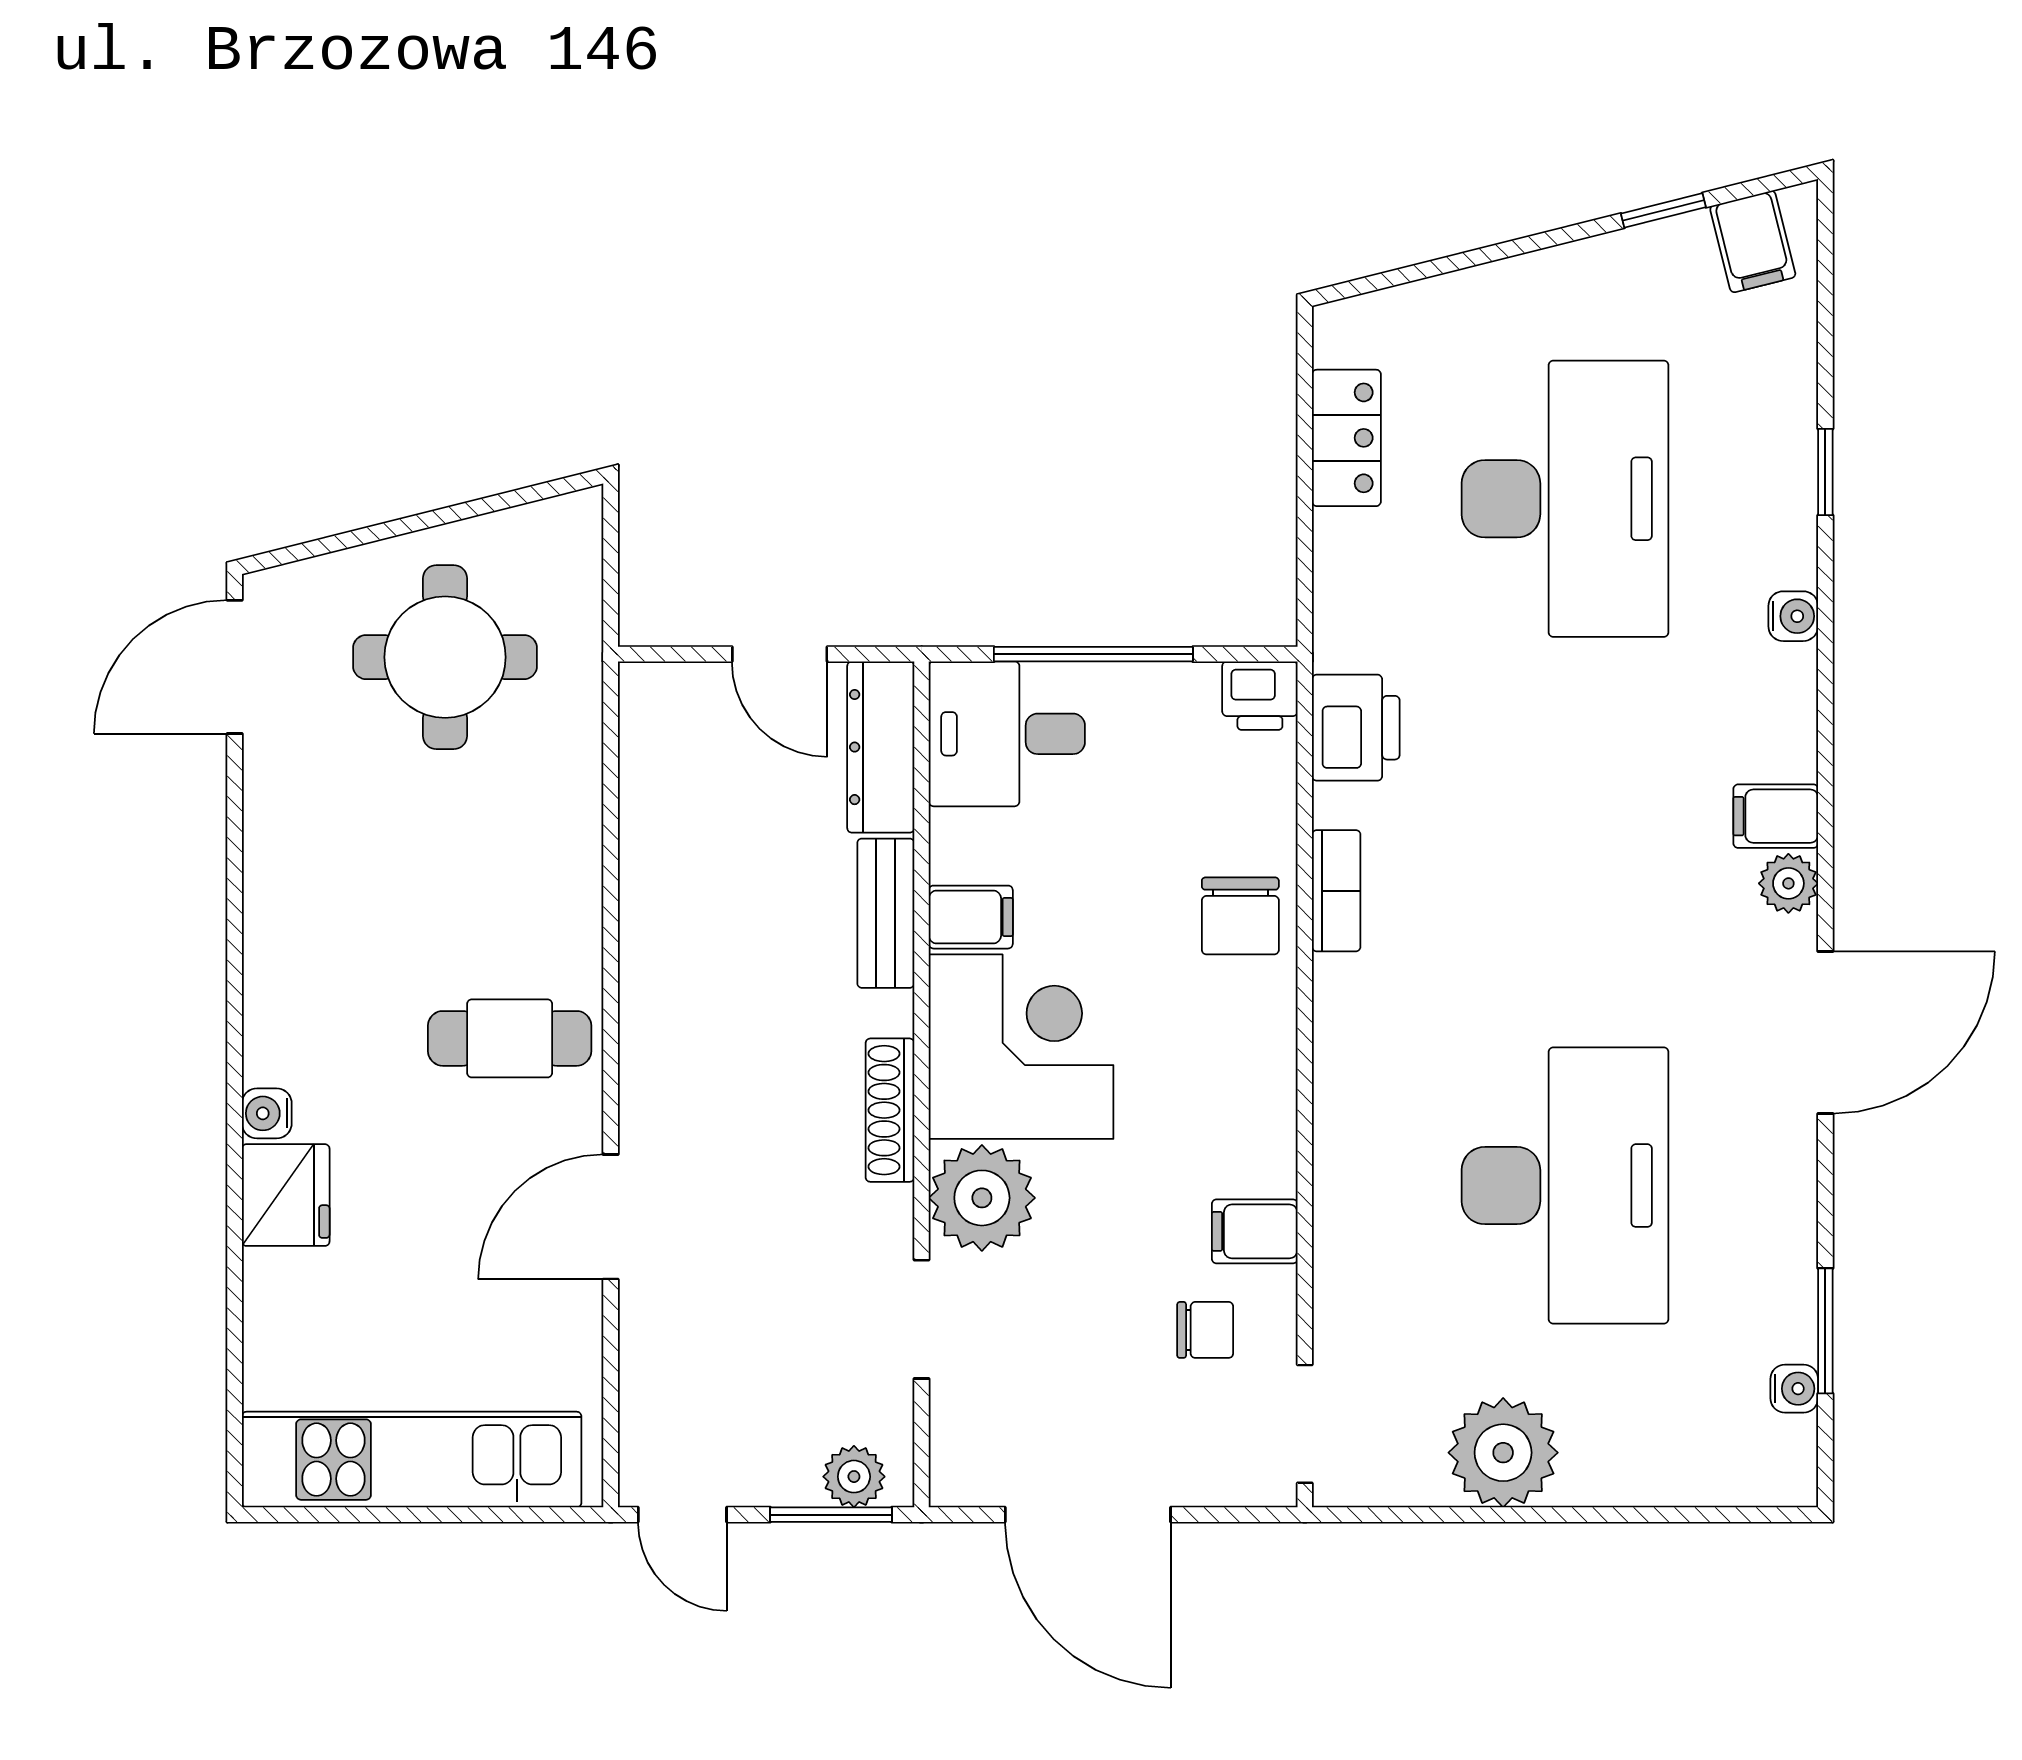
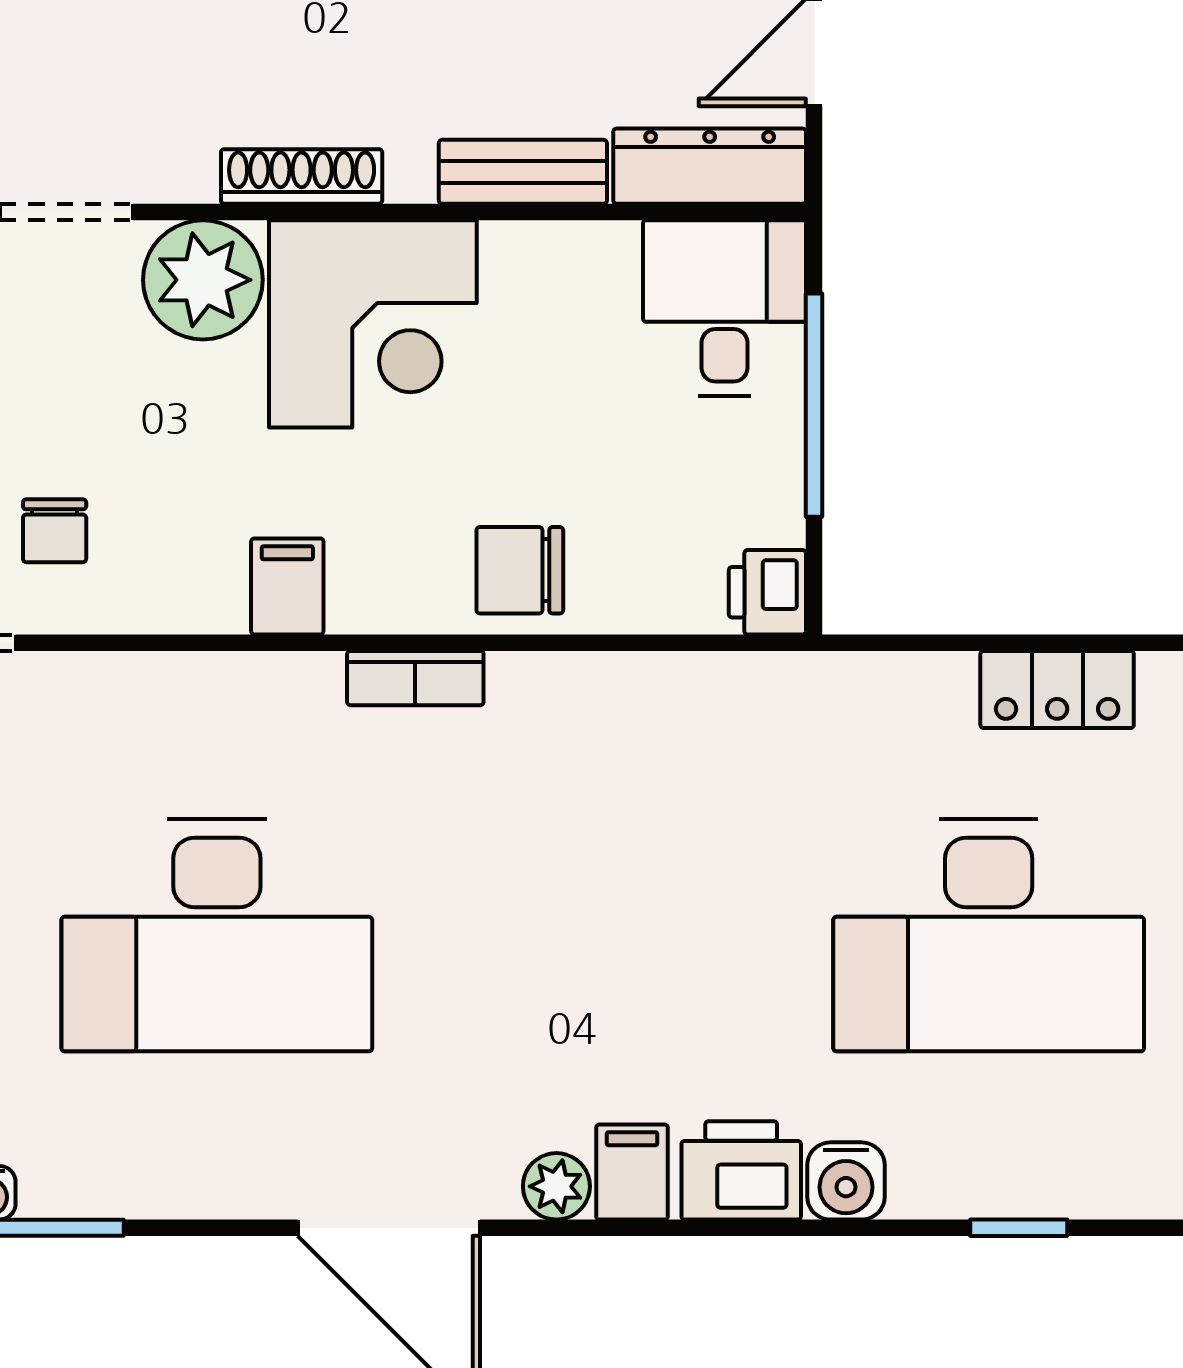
water cooler: (1793, 616) -> (846, 1181), width x1.38, depth x1.38
printer: (1356, 728) -> (741, 1170), moved, turned 180
bookcase: (1336, 891) -> (415, 678), moved
filing cabinet: (971, 917) -> (519, 267), removed
filing cabinet: (1255, 1231) -> (287, 586), moved

